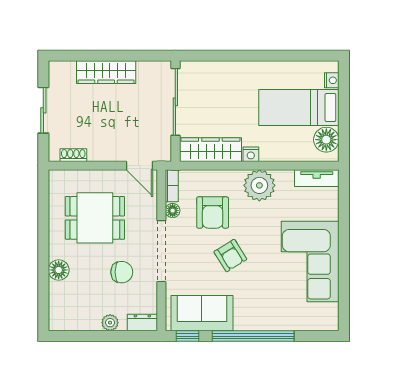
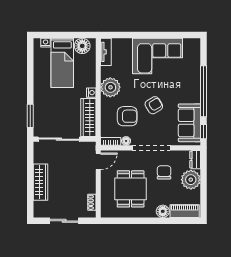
window: (213, 56) -> (30, 116), added
piano: (59, 305) -> (185, 211), added
plant: (110, 323) -> (191, 180), width x1.88, depth x1.88

